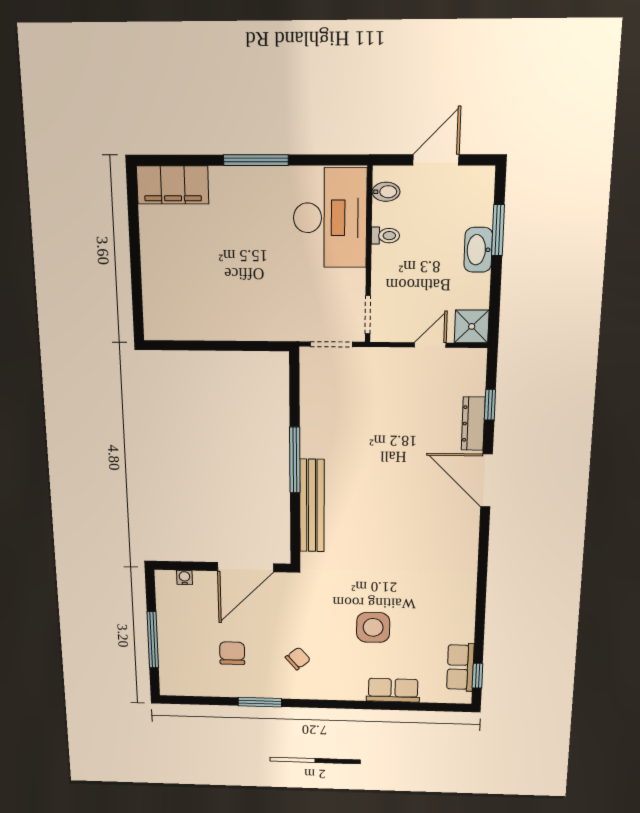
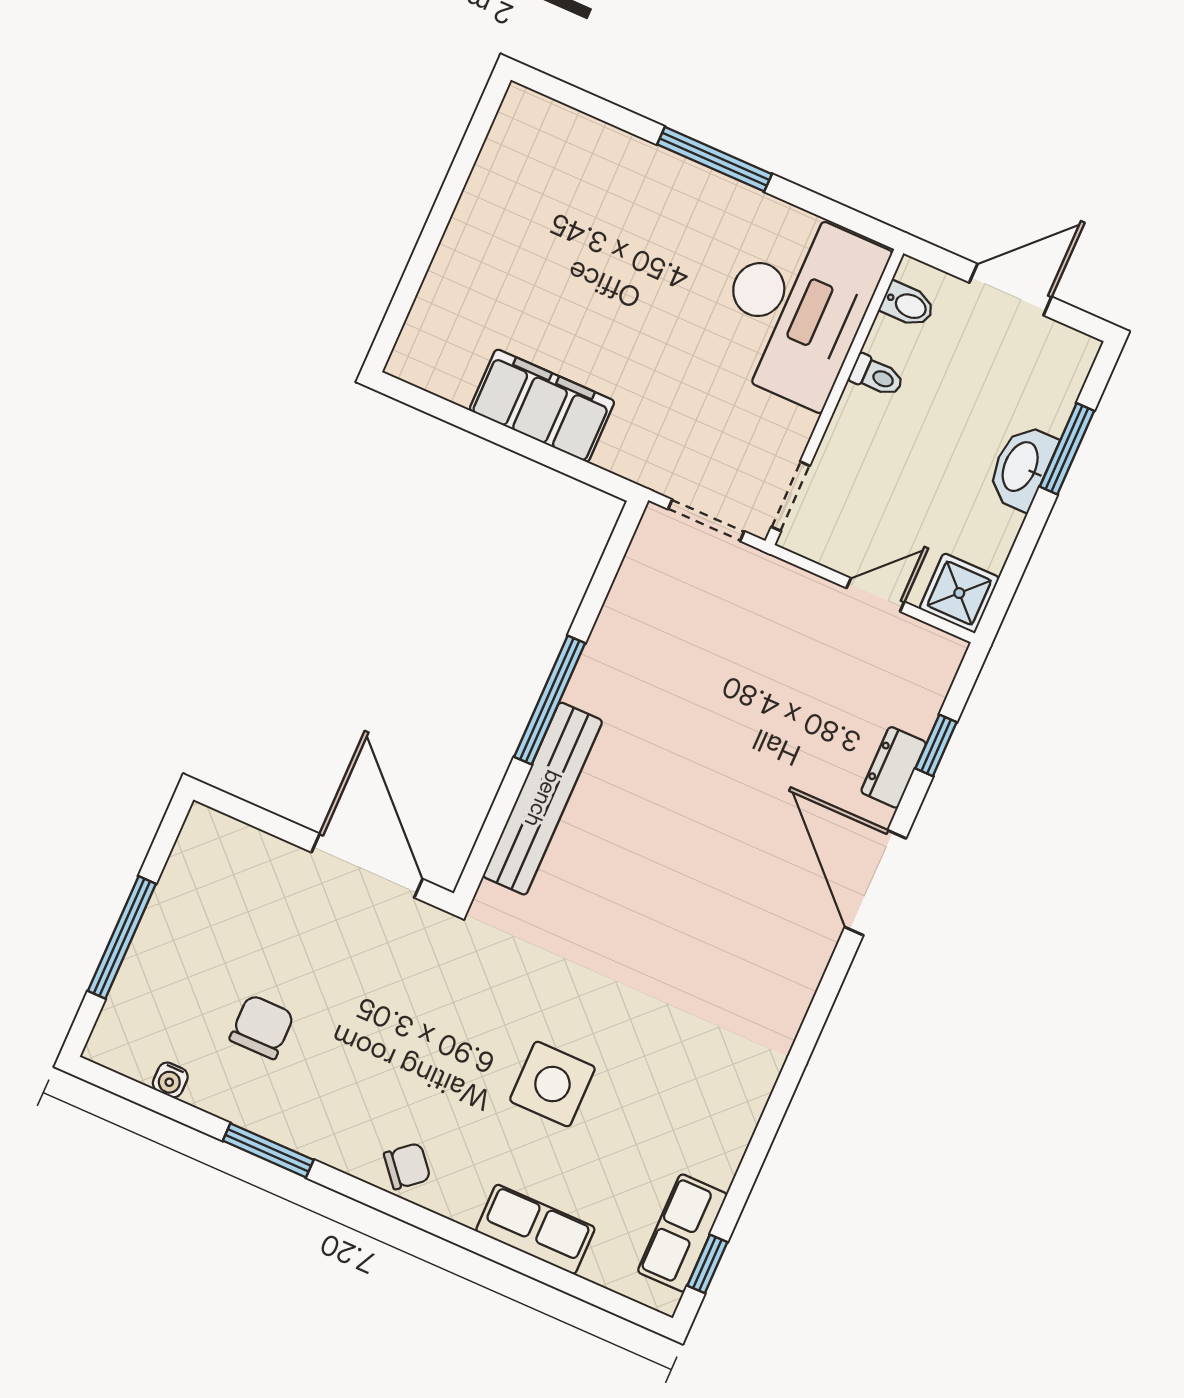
filing cabinet: (173, 185) -> (542, 406), moved, turned 180
dresser: (473, 424) -> (894, 767), width x0.70
door: (246, 567) -> (367, 866), swing flipped
water cooler: (184, 577) -> (170, 1080), moved, turned 180
chair: (298, 659) -> (407, 1166), moved

